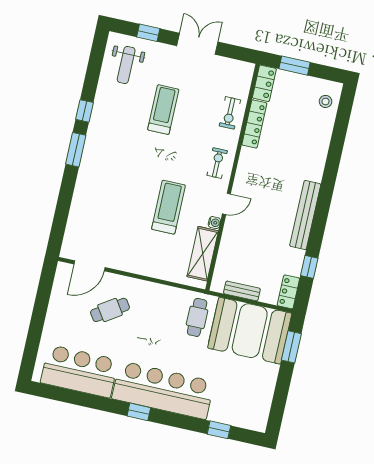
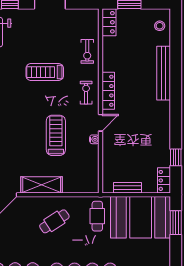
treadmill: (163, 110) -> (45, 72), moved, turned -90
locker: (254, 124) -> (108, 91), moved
bench: (305, 215) -> (164, 73), moved
shelving: (203, 254) -> (42, 185), moved, turned 90
cafe table: (110, 310) -> (54, 221), moved

